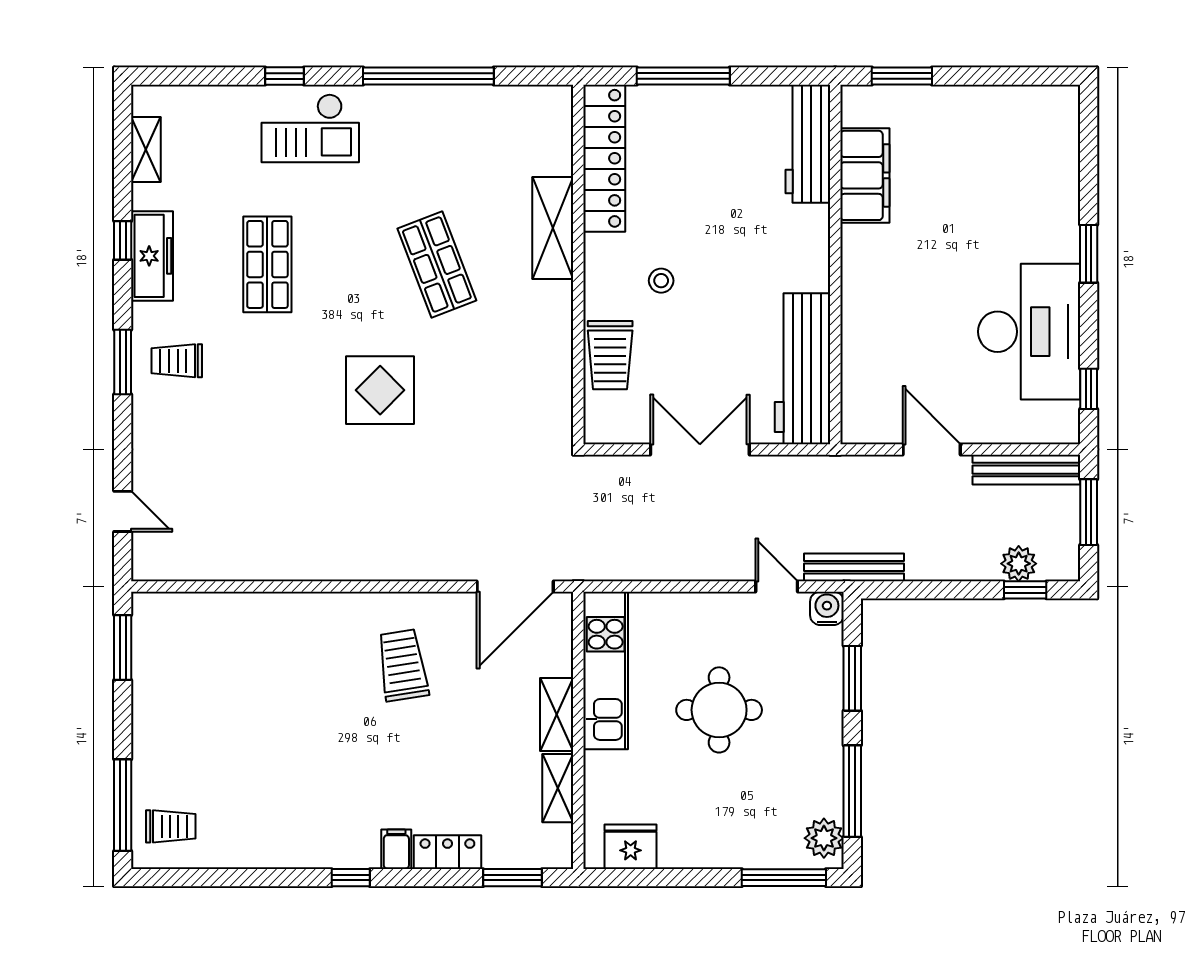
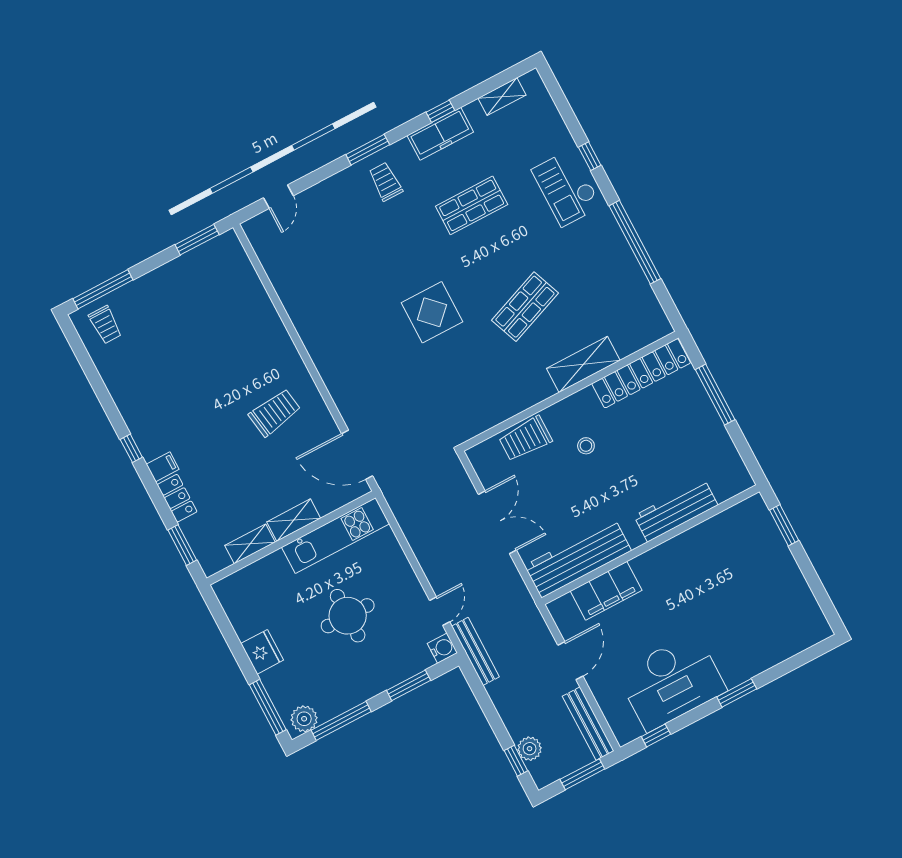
workbench: (808, 144) -> (676, 510), moved
filing cabinet: (865, 175) -> (606, 591), moved
fridge: (631, 847) -> (262, 652), moved

